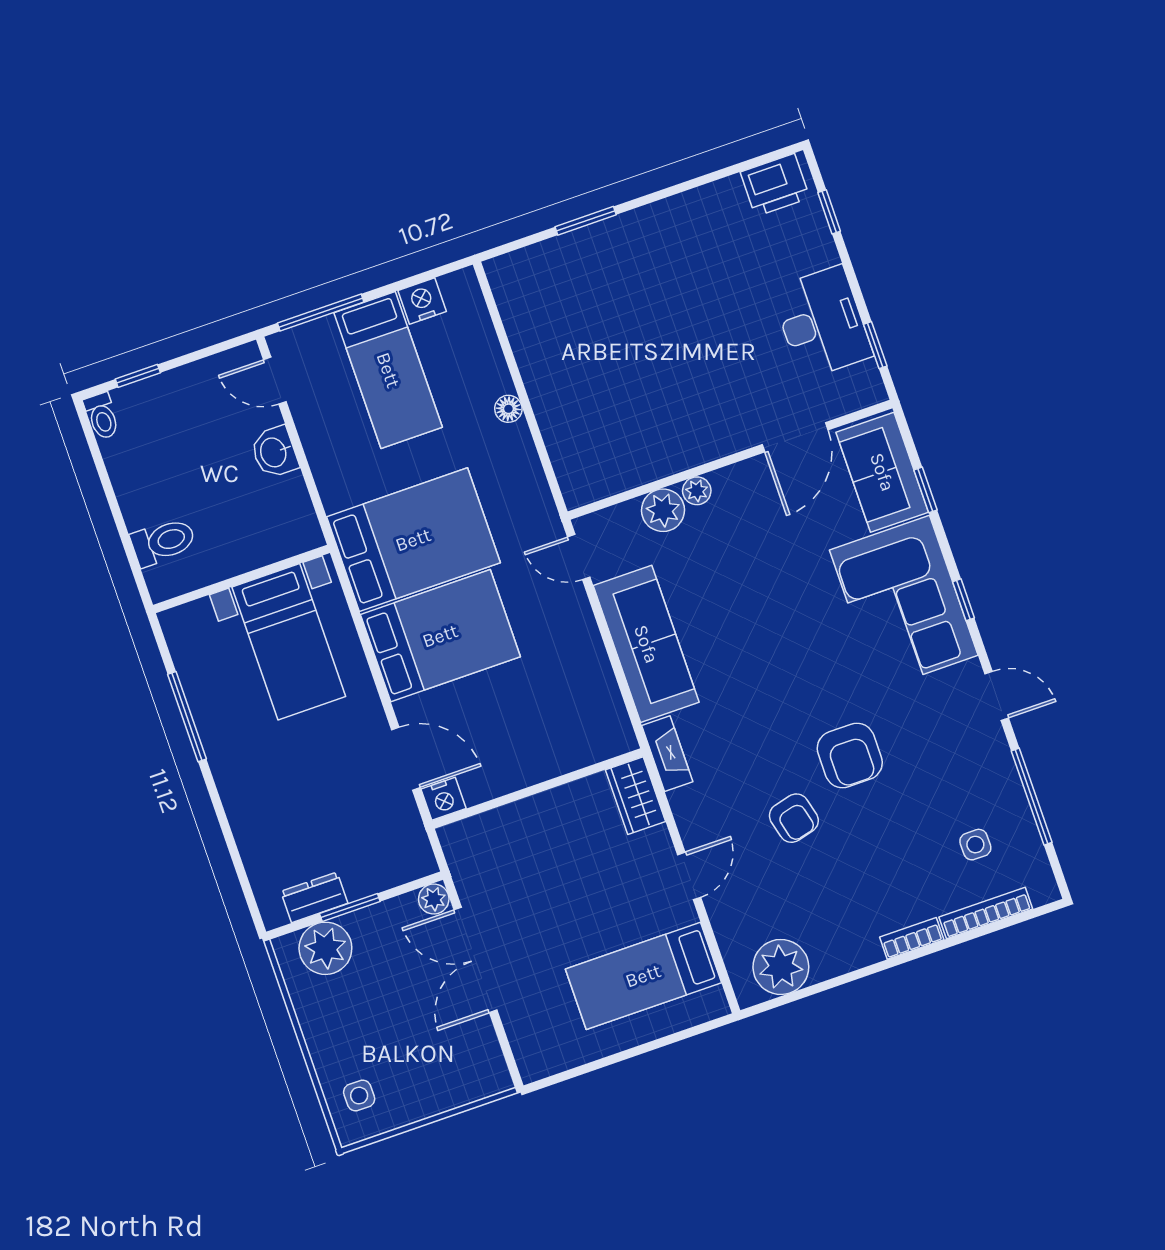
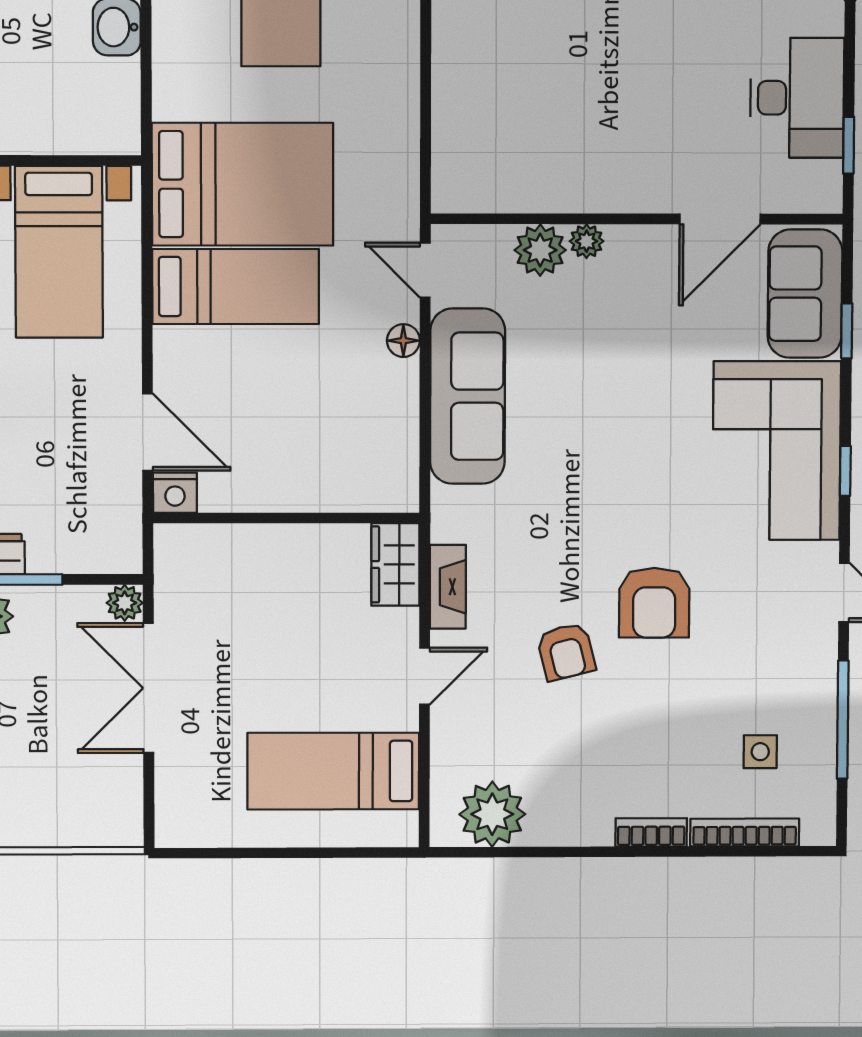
floor lamp: (508, 409) -> (403, 341), moved
bed: (440, 636) -> (236, 287), width x0.67
fireplace: (667, 754) -> (448, 587), moved

